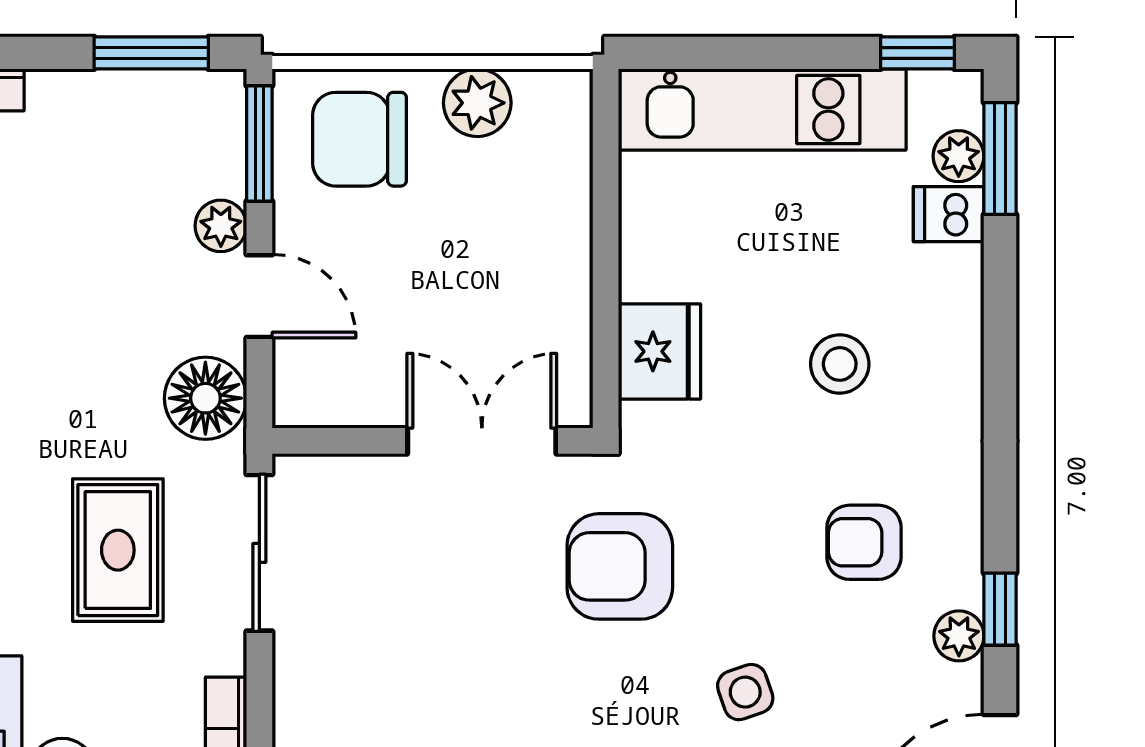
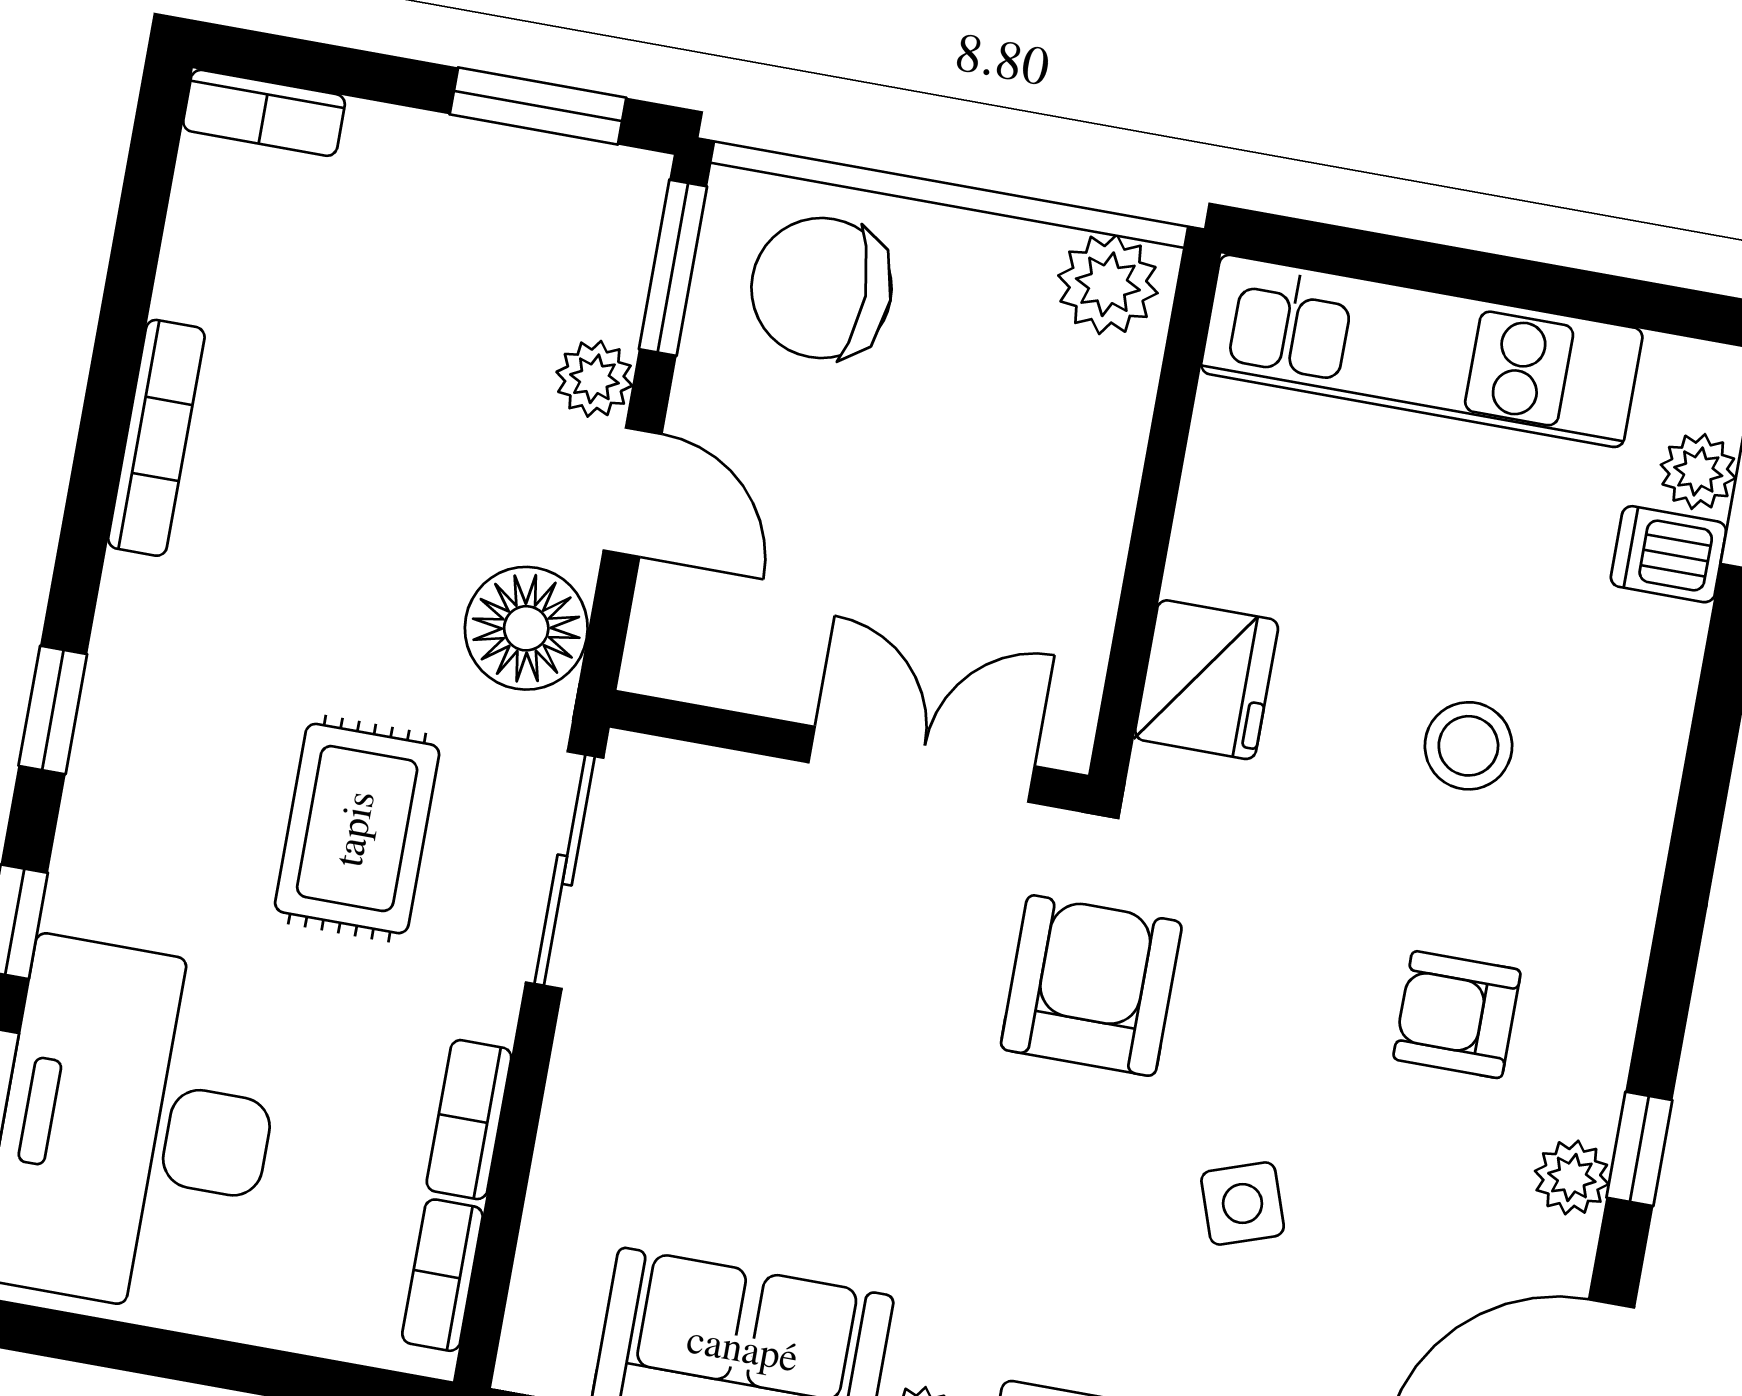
window: (918, 53) -> (1665, 309), removed
plant: (477, 103) -> (1108, 284), moved
armchair: (620, 566) -> (1091, 986), turned 90

